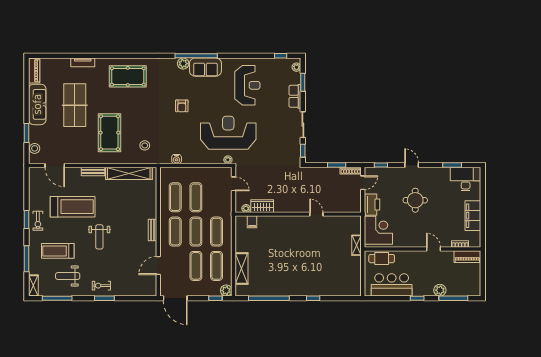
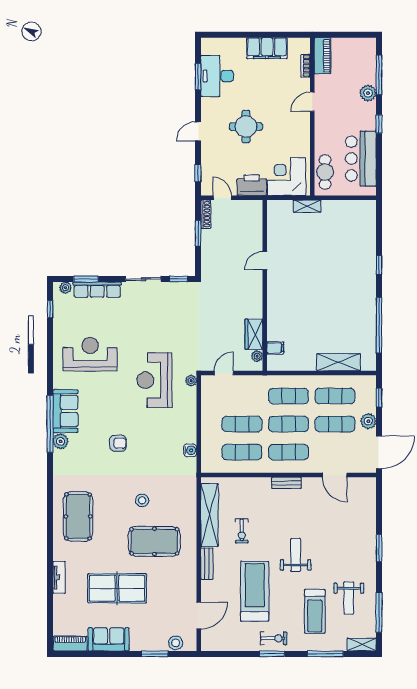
row of seats: (295, 96) -> (97, 290), width x1.48
sofa: (37, 104) -> (109, 639), width x0.73
reception desk: (228, 133) -> (154, 380), width x0.74, depth x0.77
stool: (145, 145) -> (142, 500), moved
desk: (466, 179) -> (217, 76), moved
weight bench: (99, 237) -> (296, 555), turned -90
exercise bike: (101, 286) -> (242, 531), moved
plant: (226, 291) -> (368, 421), moved

